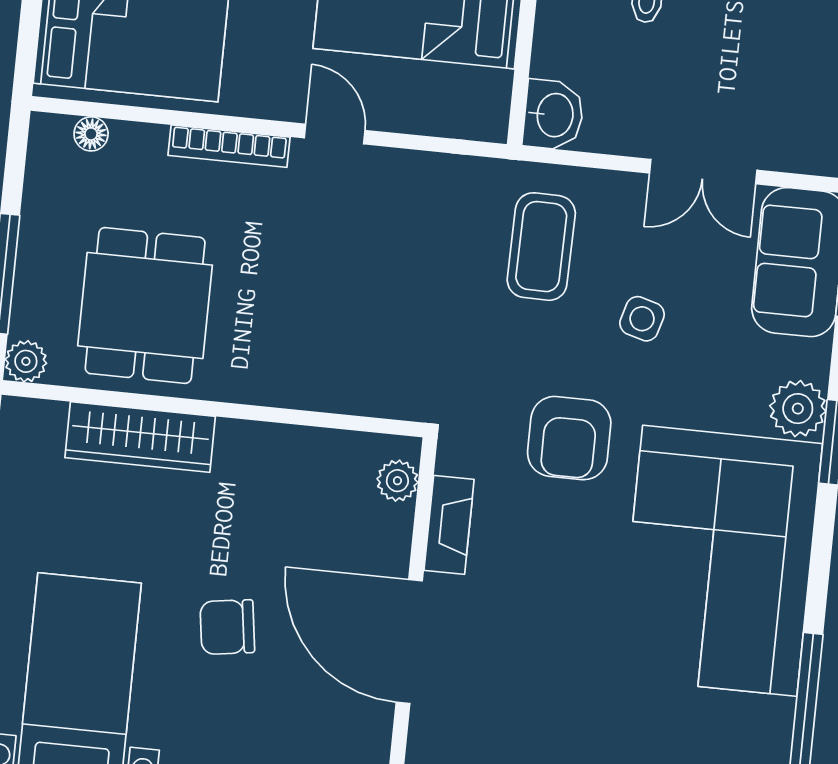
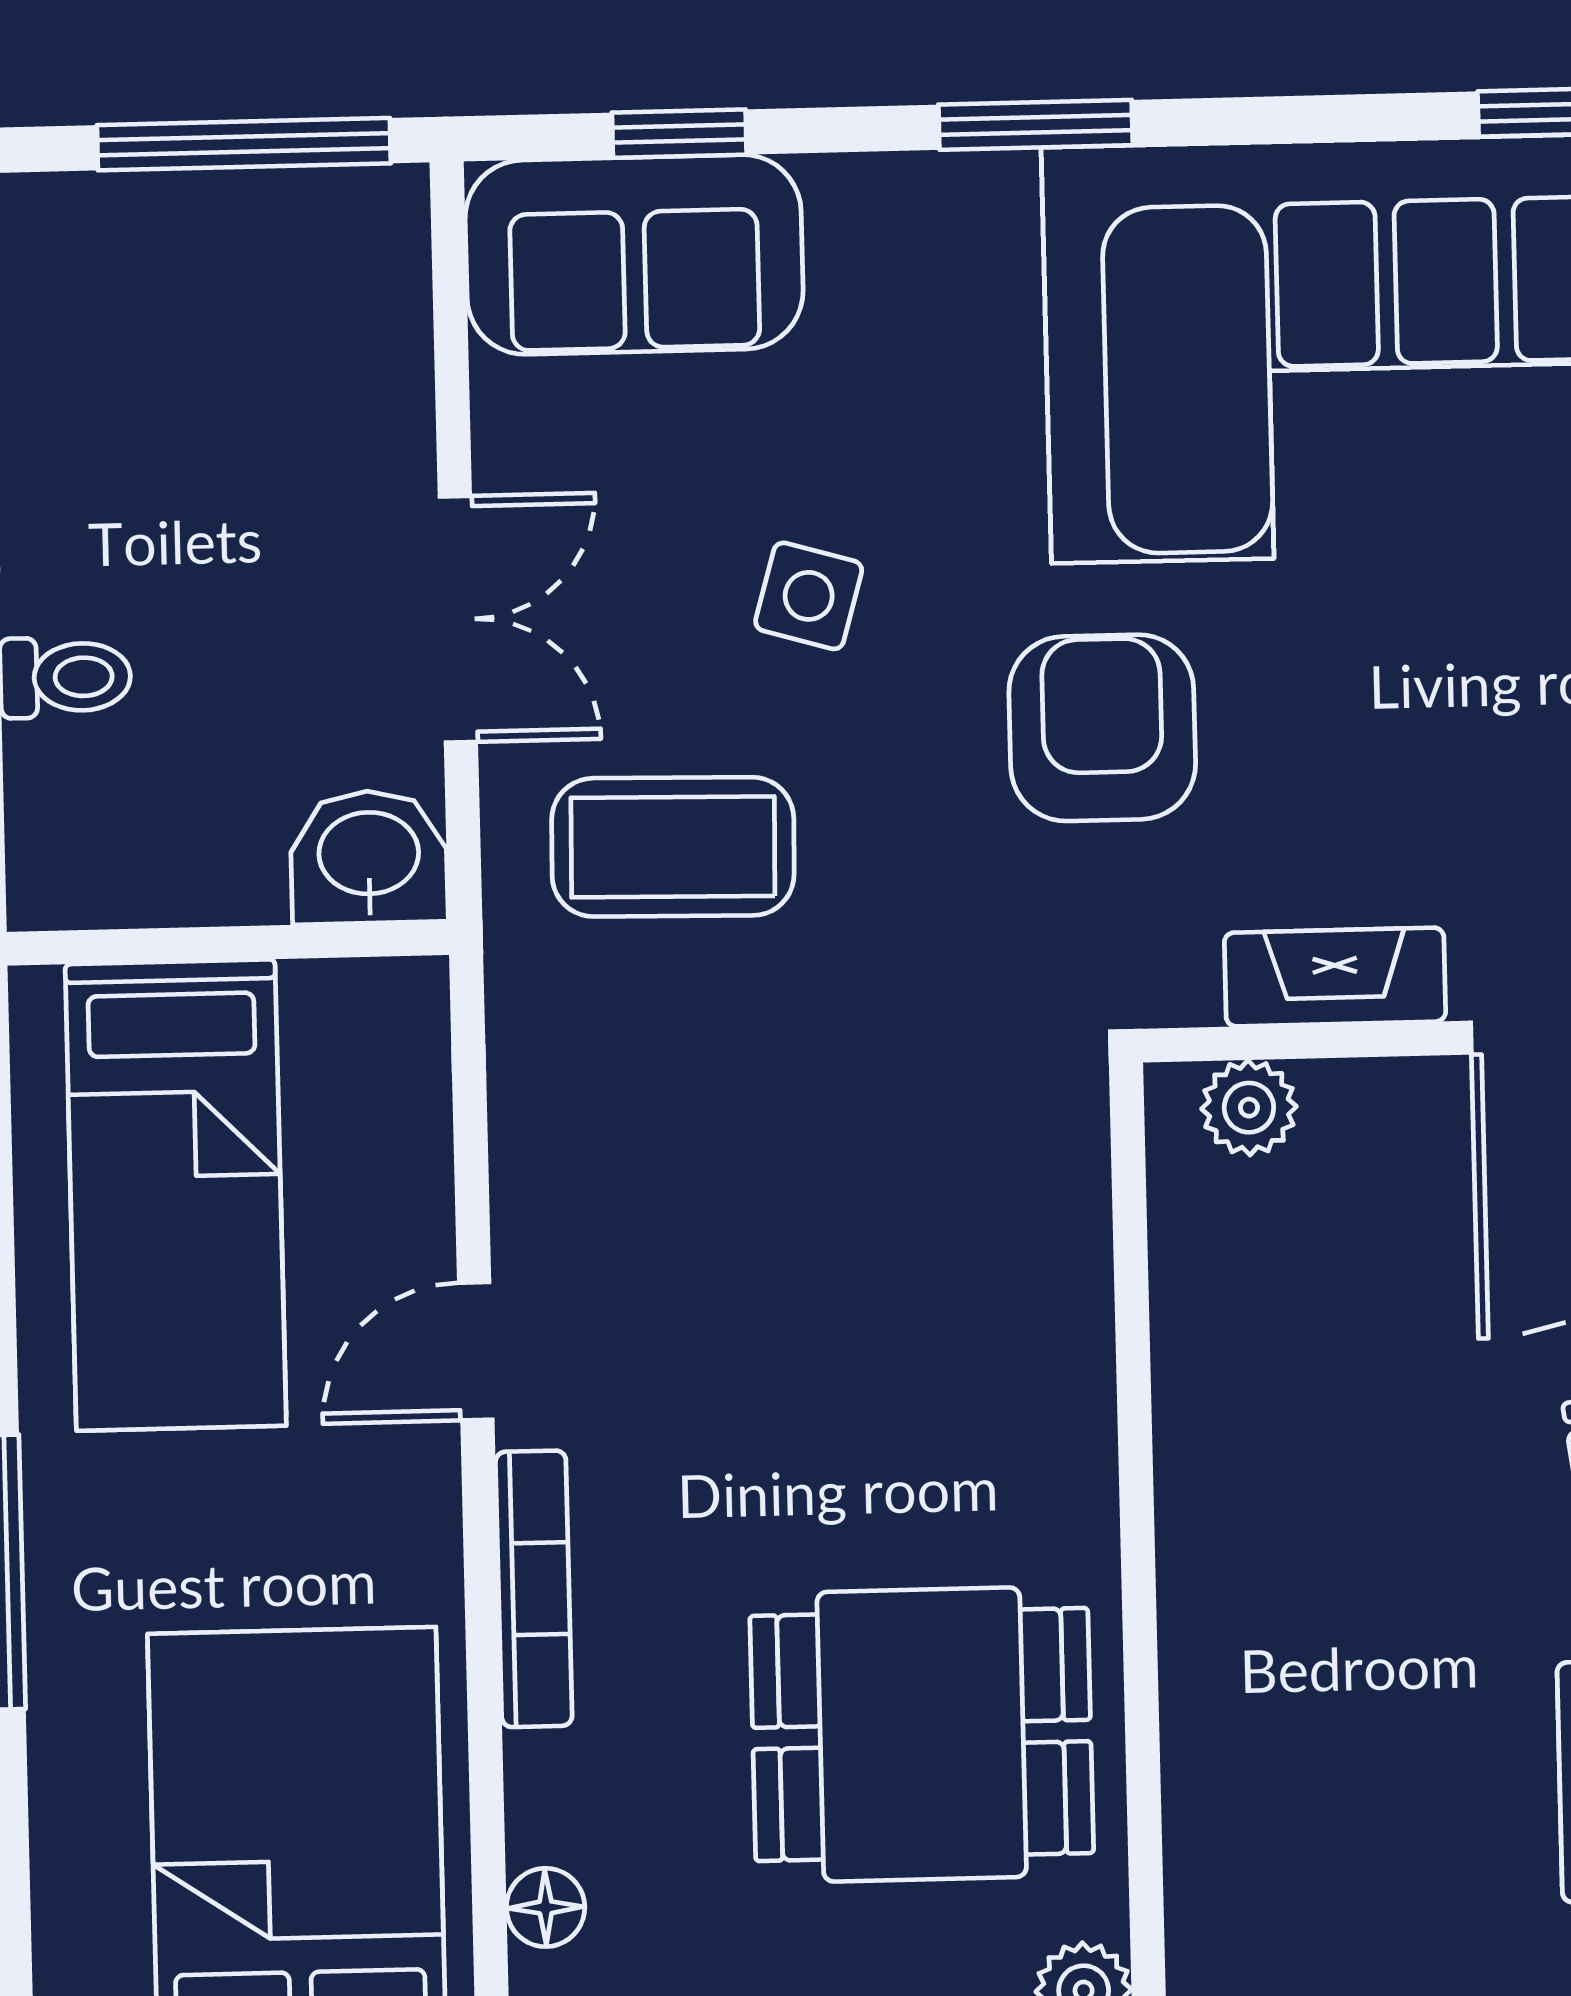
double door: (703, 172) -> (458, 619), moved
plant: (798, 409) -> (969, 214), removed
wardrobe: (140, 437) -> (1224, 1708), removed
armchair: (569, 438) -> (1102, 728), turned -90

